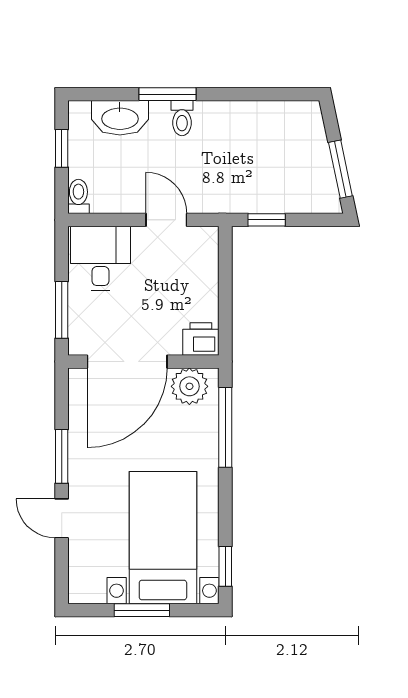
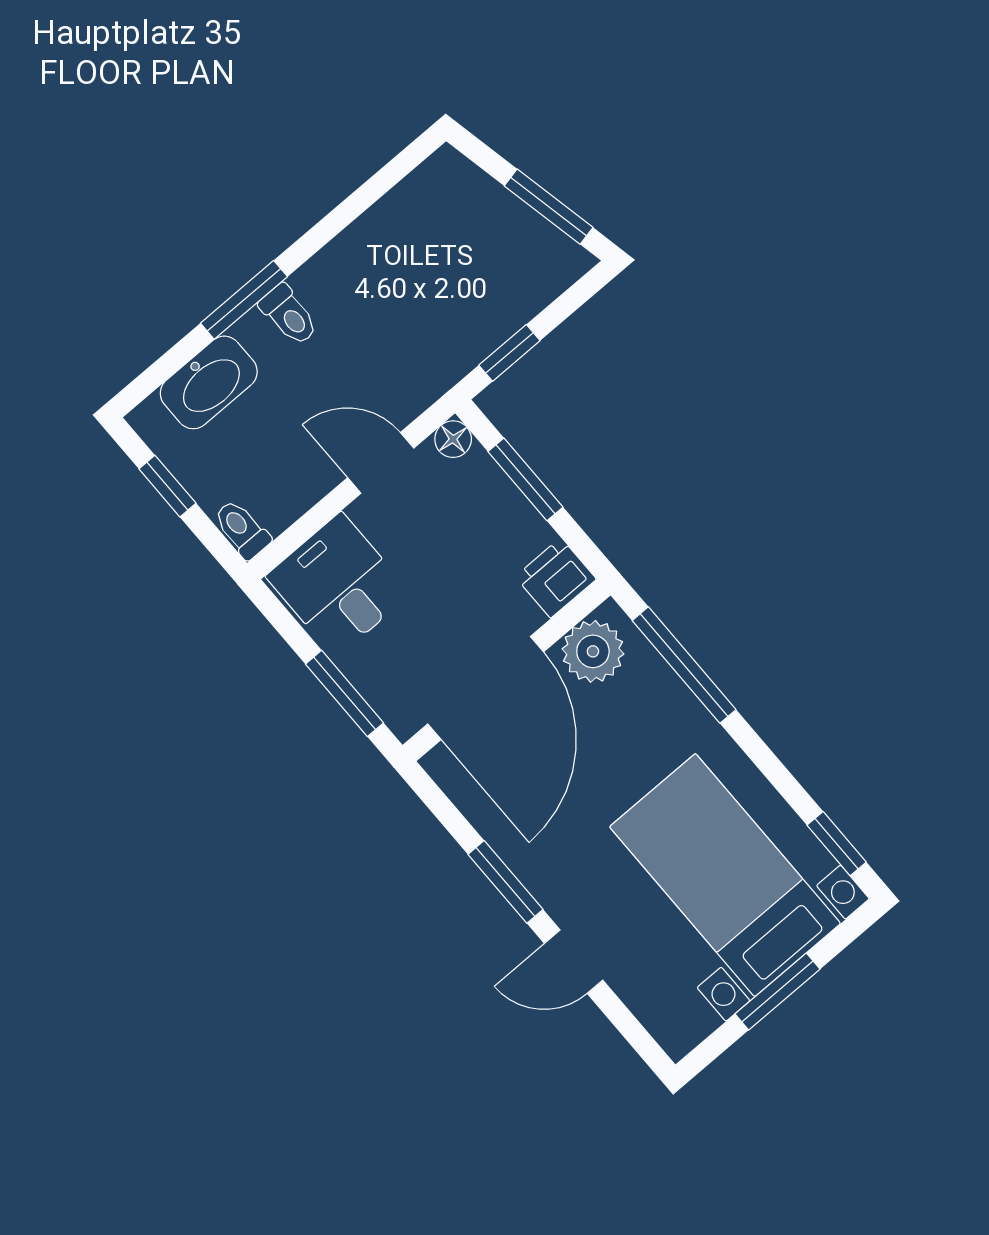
floor lamp: (208, 237) -> (453, 439), added
window: (225, 283) -> (525, 479), added

